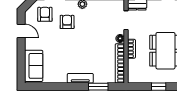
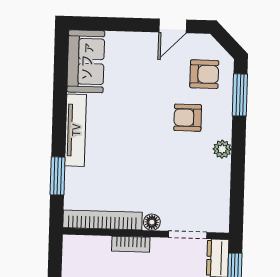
armchair: (67, 22) -> (188, 118), turned 180
sofa: (34, 66) -> (86, 61), moved, turned -90
tv unit: (80, 78) -> (76, 130), width x1.41

